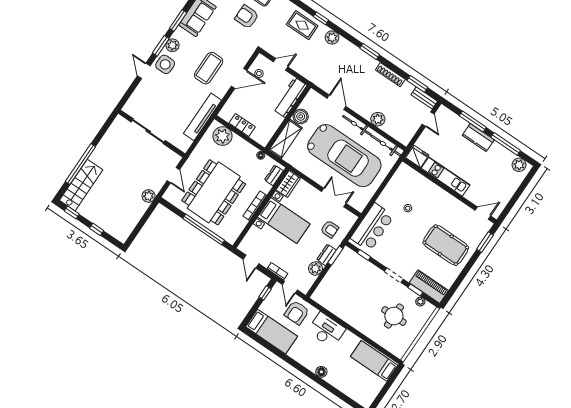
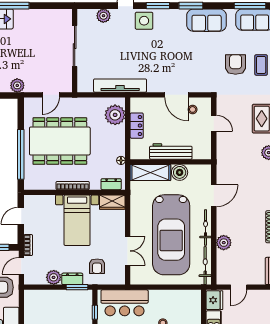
plant: (173, 45) -> (103, 16), moved
coffee table: (209, 68) -> (167, 62), removed
workbench: (290, 97) -> (171, 151), moved
door: (428, 119) -> (239, 287), moved

